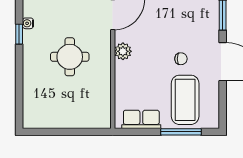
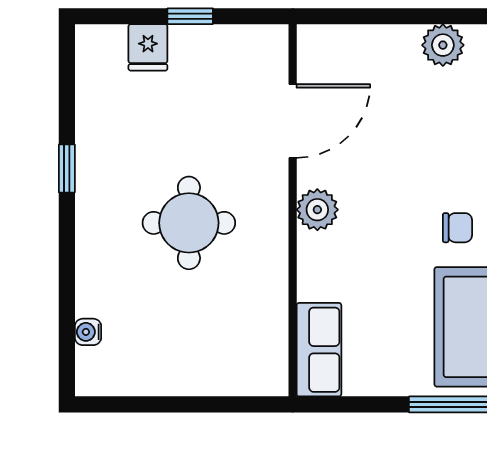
water cooler: (28, 23) -> (88, 332), moved
row of seats: (141, 119) -> (319, 350), moved, turned 90

